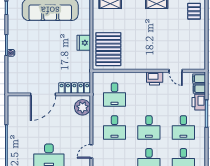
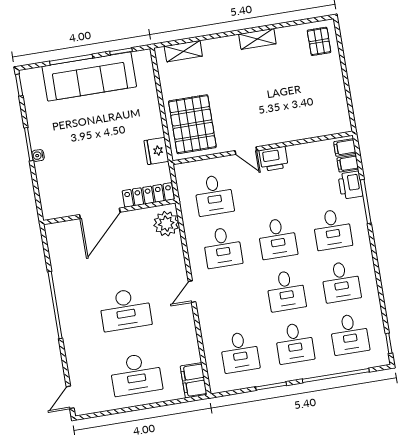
fridge: (84, 43) -> (156, 151), moved
door: (176, 71) -> (246, 151), moved

